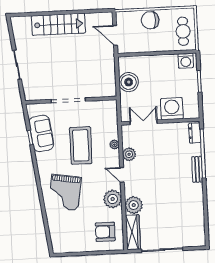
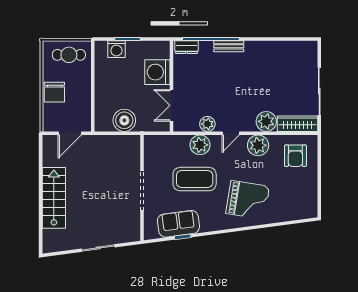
washing machine: (186, 61) -> (116, 49), moved, turned 90
plant: (114, 144) -> (200, 145), width x1.88, depth x1.88

